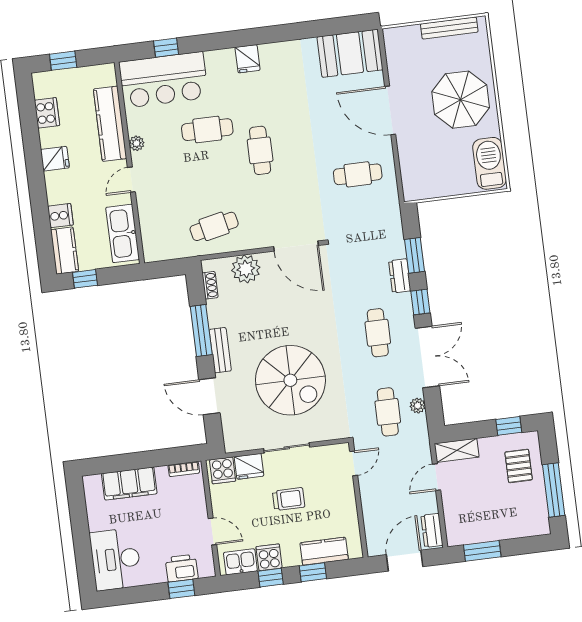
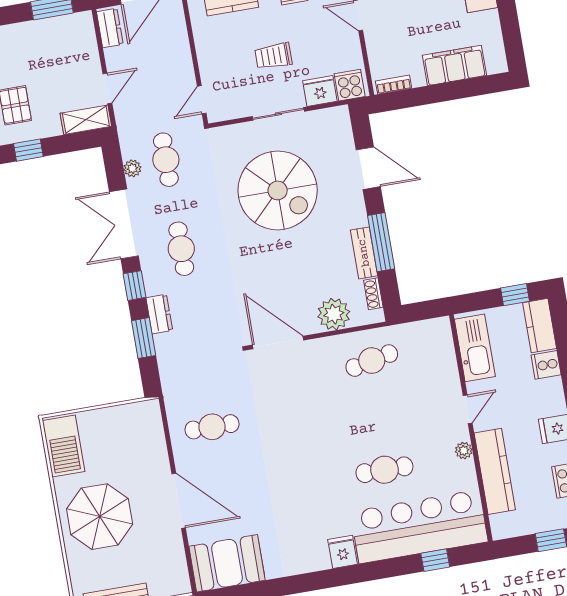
bar counter: (164, 80) -> (419, 527), width x1.36
cafe table: (260, 150) -> (324, 449), removed
bench: (220, 350) -> (364, 253), moved
spiral stairs: (290, 380) -> (278, 190), turned 180

